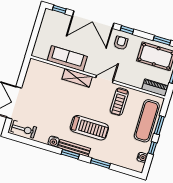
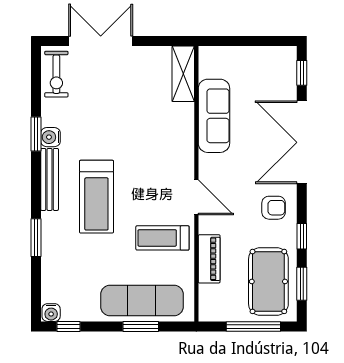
window: (127, 30) -> (302, 236), moved
shelving: (77, 78) -> (183, 74), moved
piano: (155, 88) -> (209, 259), moved
window: (152, 148) -> (69, 326), moved
window: (70, 154) -> (36, 134), moved
water cooler: (142, 157) -> (51, 313), moved

